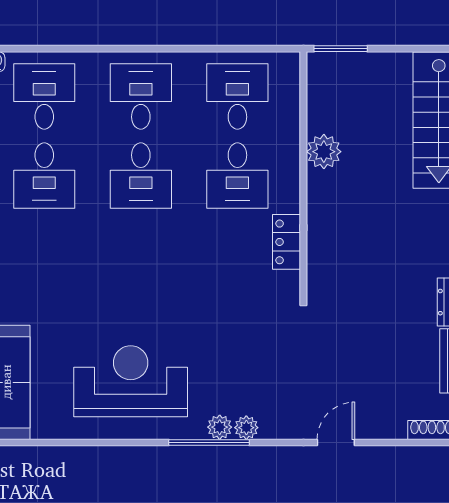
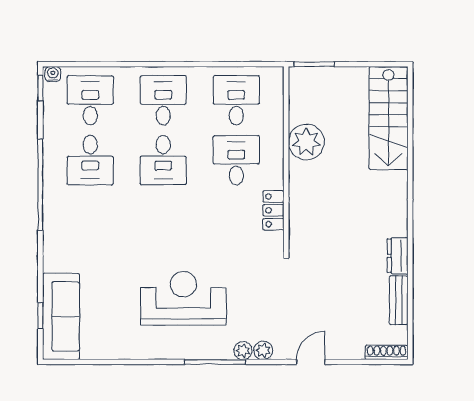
plant: (324, 152) -> (306, 142), width x1.36, depth x1.36
desk: (237, 175) -> (236, 160), turned 180
reception desk: (131, 381) -> (183, 298), moved
plant: (220, 427) -> (263, 350), moved

